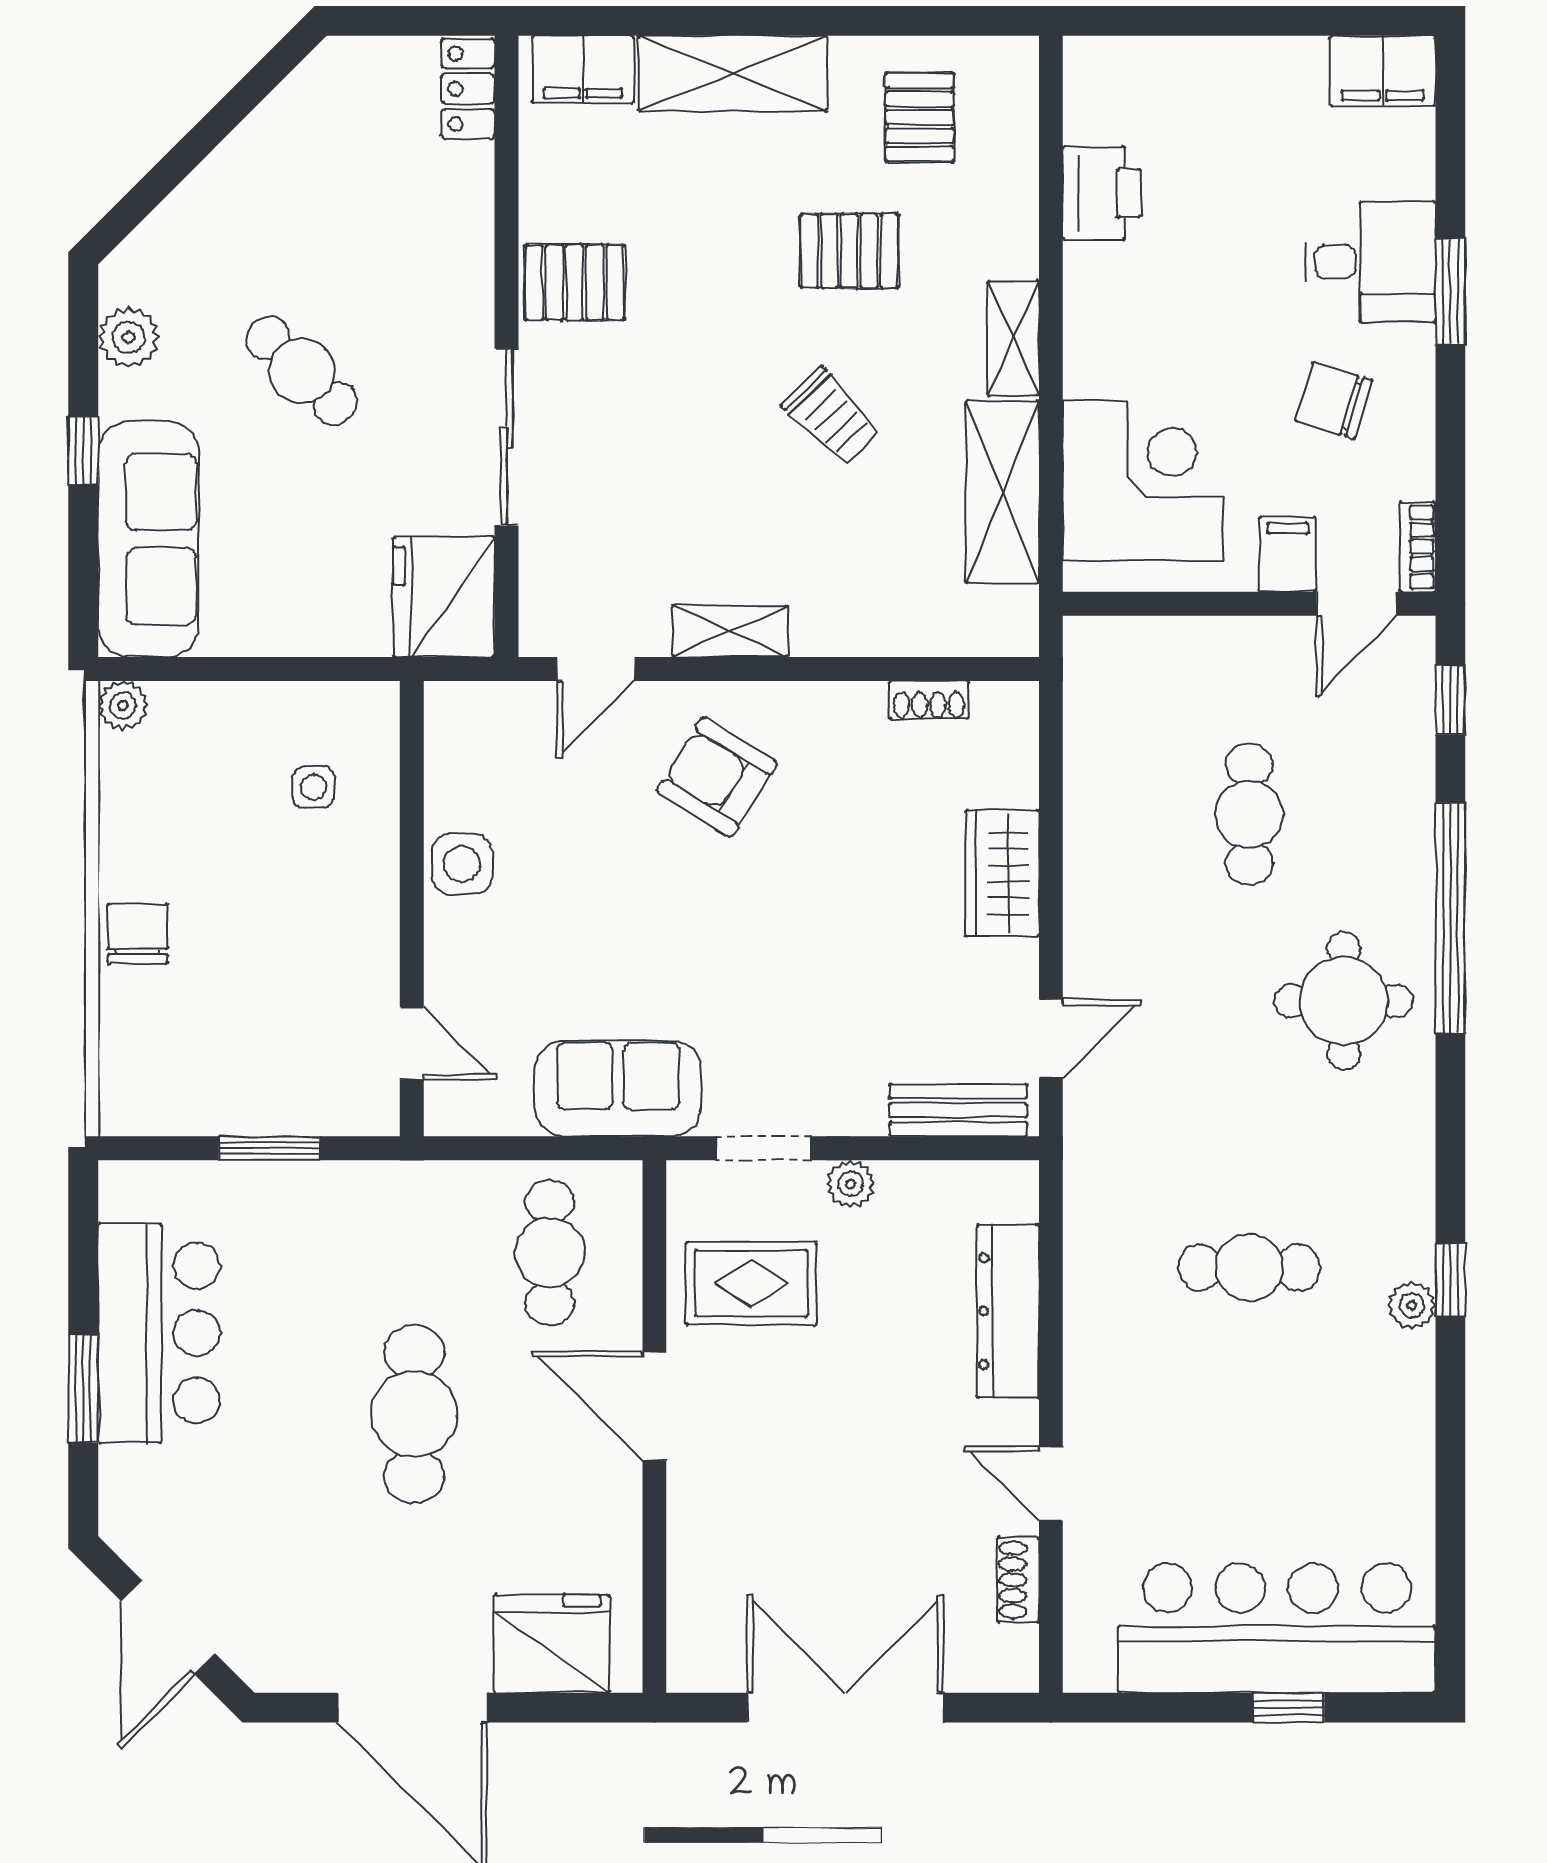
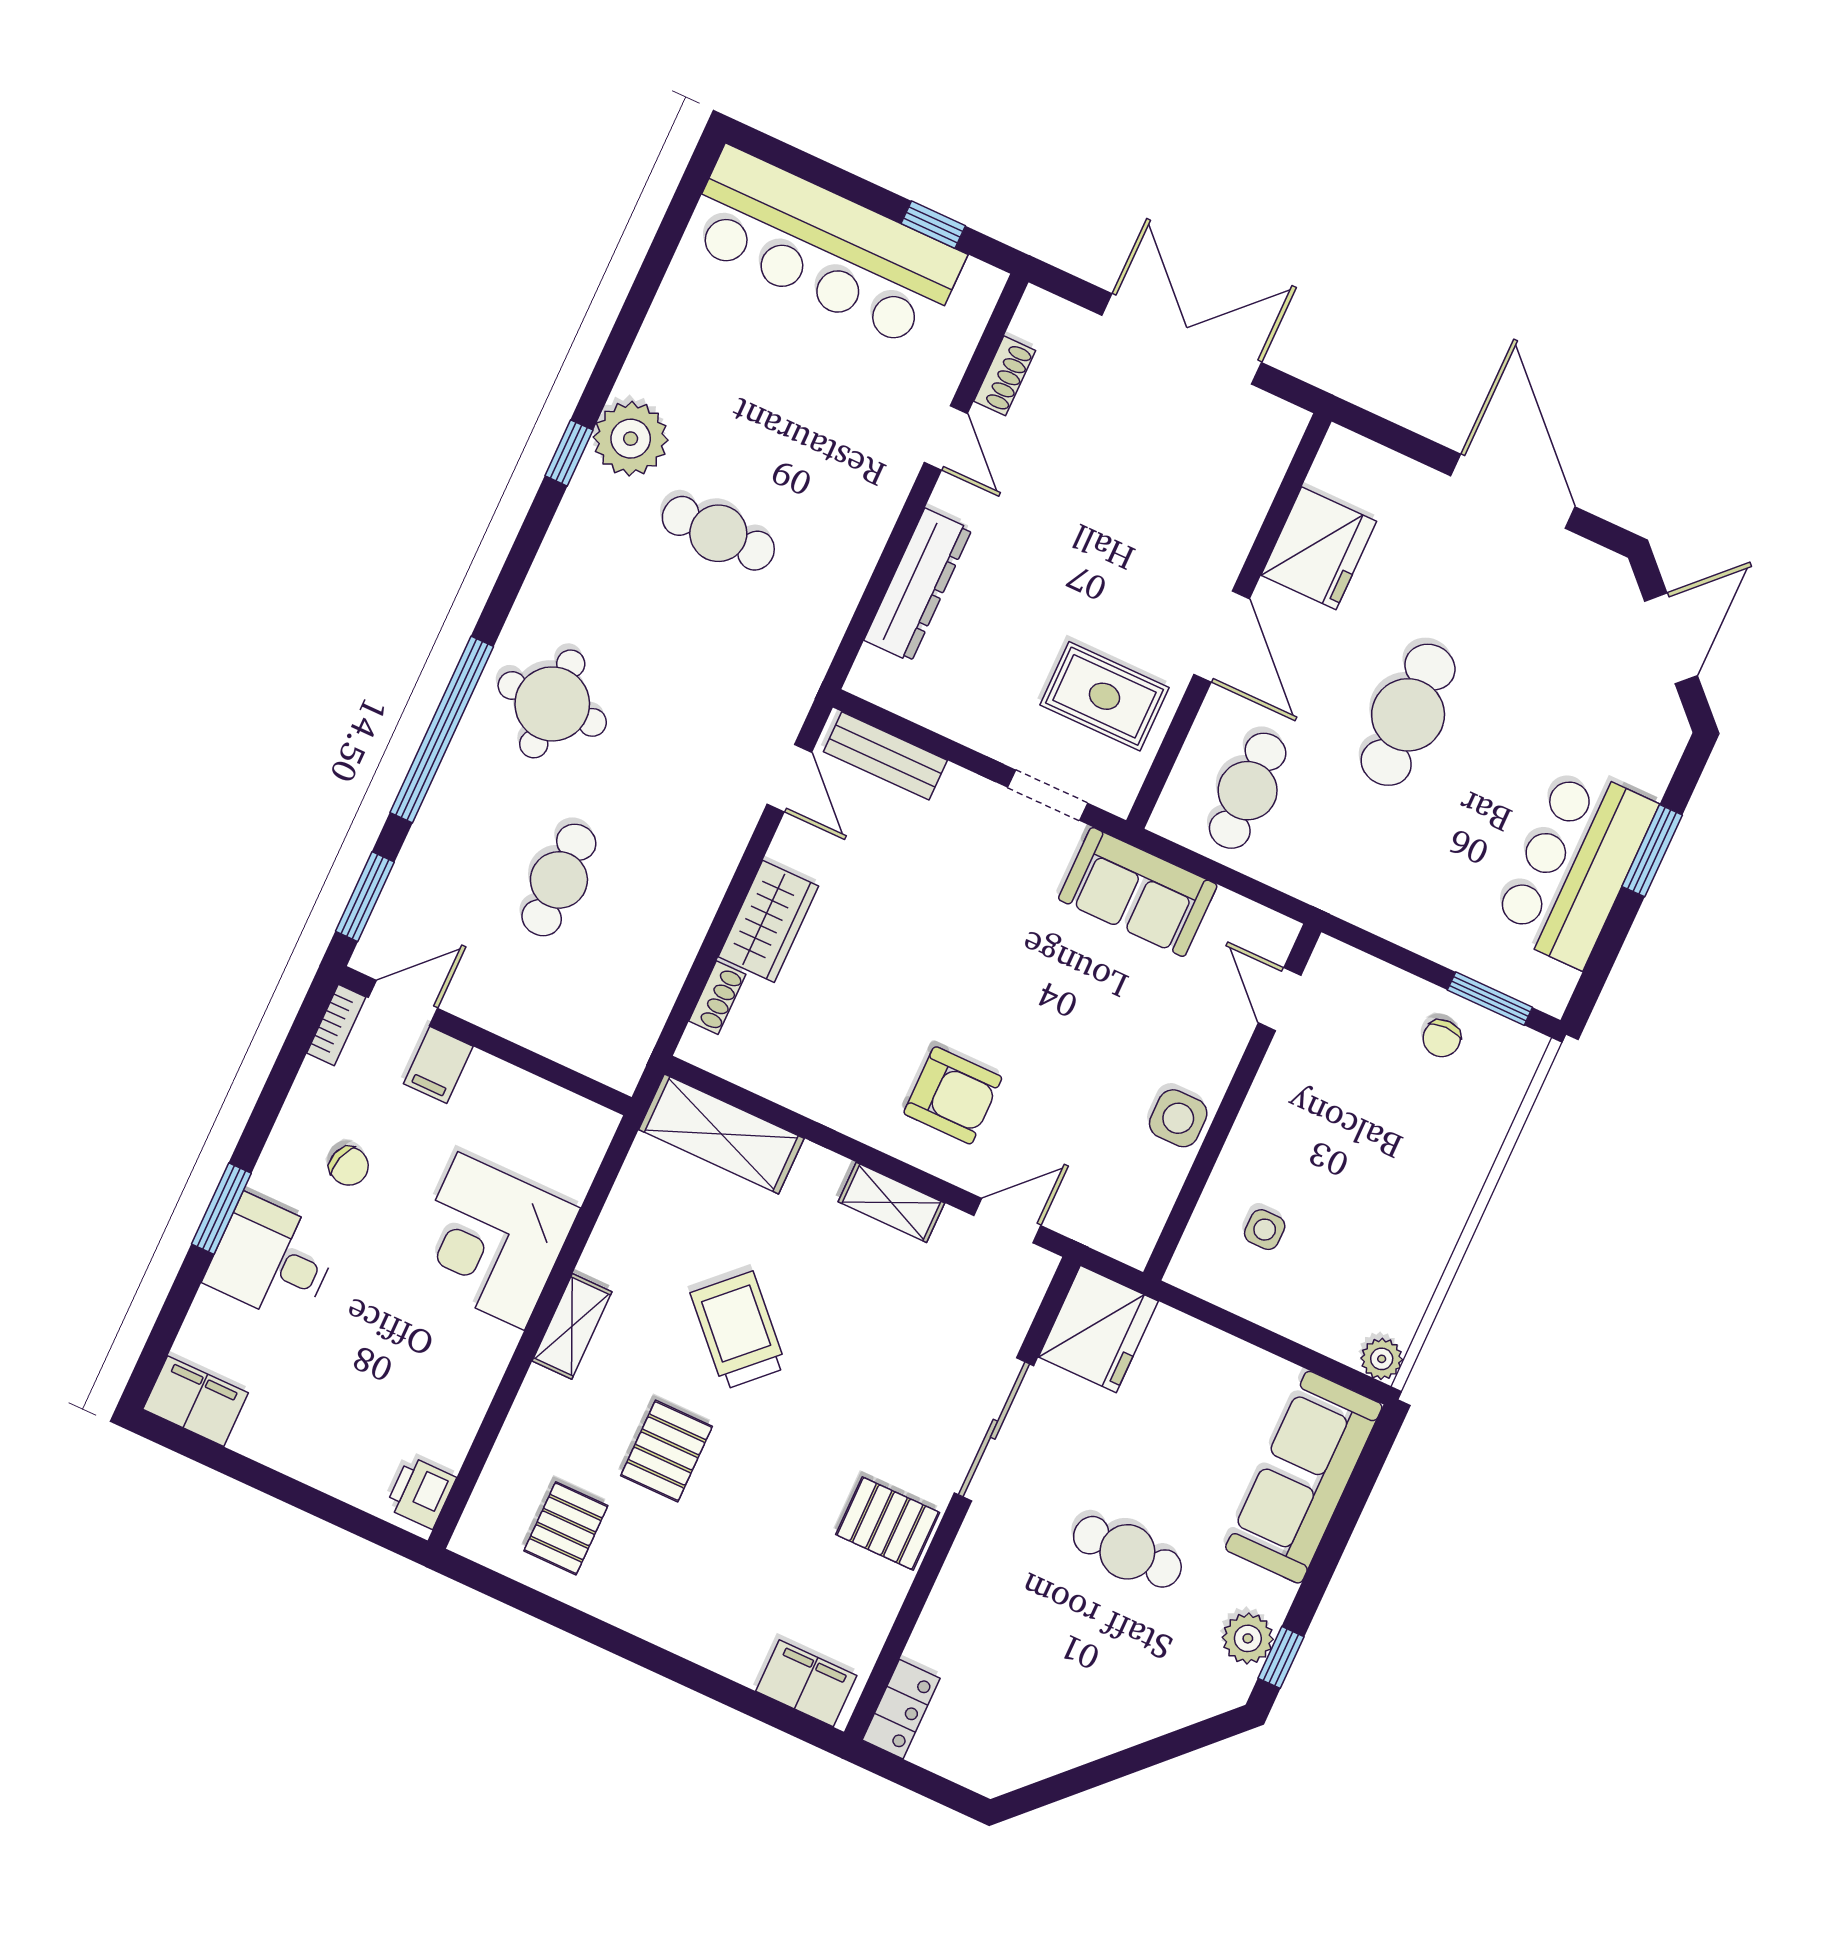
shelving: (733, 73) -> (693, 1628), removed
printer: (1102, 193) -> (421, 1493), moved, width x0.73, depth x0.81
pallet: (849, 251) -> (667, 1451), turned 90
cafe table: (302, 371) -> (1127, 1552), turned -44
chair: (1334, 401) -> (349, 1166), width x0.73, depth x0.73
trolley: (832, 417) -> (738, 1330), width x1.36, depth x1.39
window: (83, 451) -> (1281, 1657), moved
corner desk: (1143, 481) -> (491, 1241), moved
shelving: (1002, 492) -> (721, 1134), moved, turned 90
shoe rack: (929, 700) -> (717, 998), moved, turned 90
window: (1450, 700) -> (365, 897), width x1.50
armchair: (717, 777) -> (953, 1095), turned -32
chair: (138, 934) -> (1442, 1038), moved, width x0.73, depth x0.73
door: (1051, 1038) -> (789, 778), swing flipped
window: (269, 1148) -> (1490, 999), moved
plant: (850, 1184) -> (994, 737), removed
plant: (1412, 1305) -> (631, 439), width x1.88, depth x1.88
fridge: (552, 1644) -> (1319, 548), moved, turned -90
double door: (845, 1708) -> (1182, 339), swing flipped
window: (1289, 1708) -> (933, 225), moved

